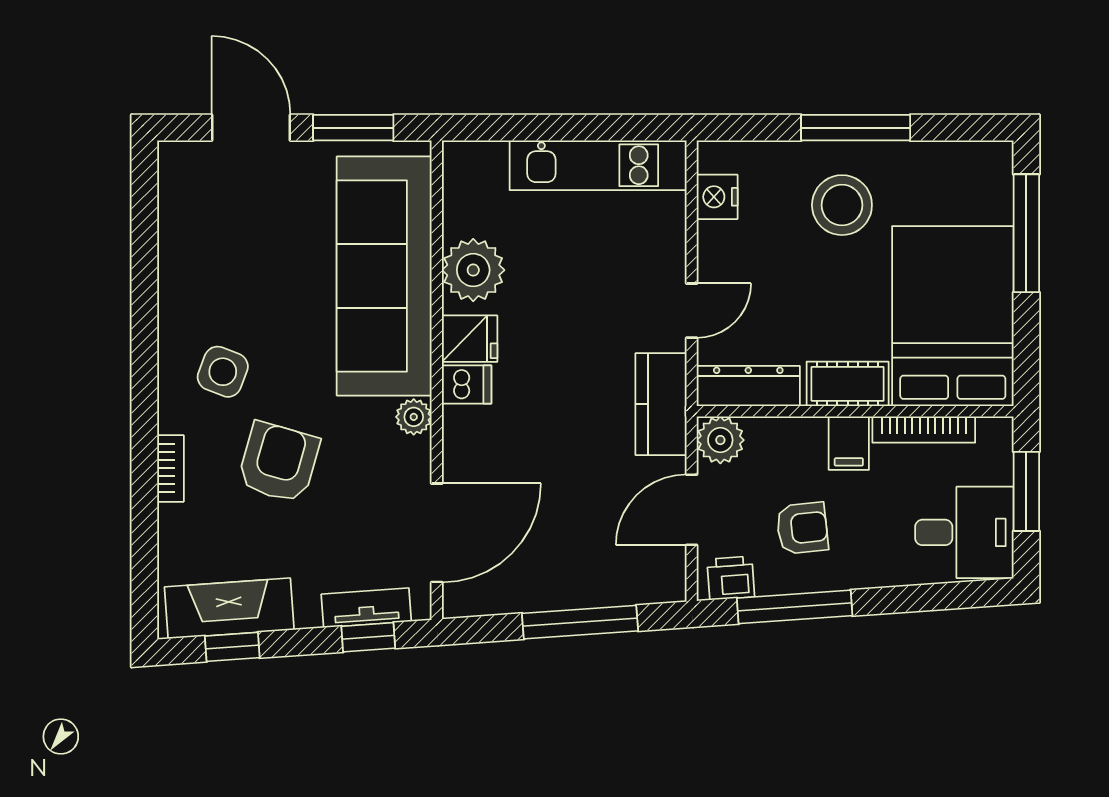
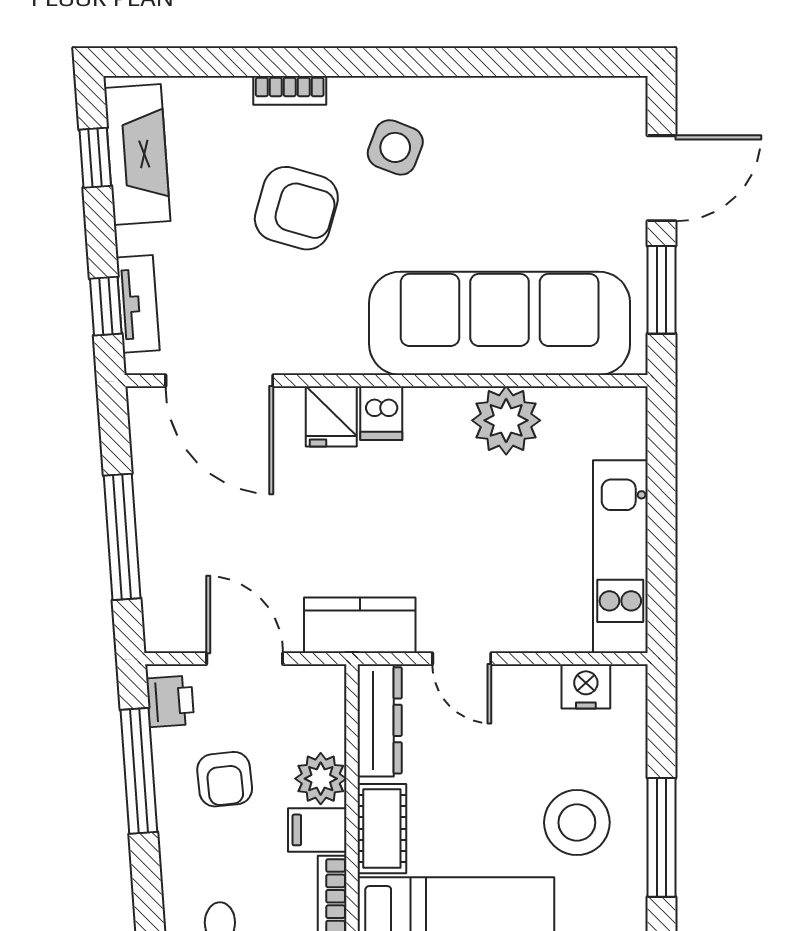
fridge: (470, 339) -> (331, 416), moved
plant: (414, 417) -> (346, 356), removed
plant: (720, 440) -> (321, 779), moved

